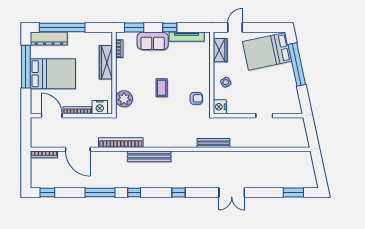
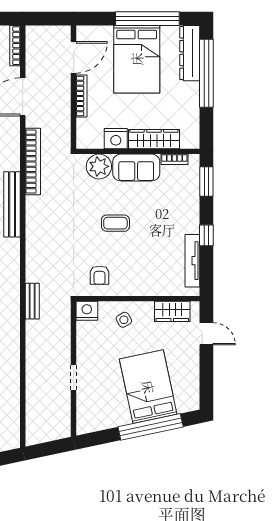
sofa: (153, 41) -> (136, 168), moved, turned -90
bed: (267, 51) -> (148, 387), moved
nightstand: (100, 107) -> (116, 139), moved, turned -90
bench: (213, 143) -> (32, 301), width x0.73

